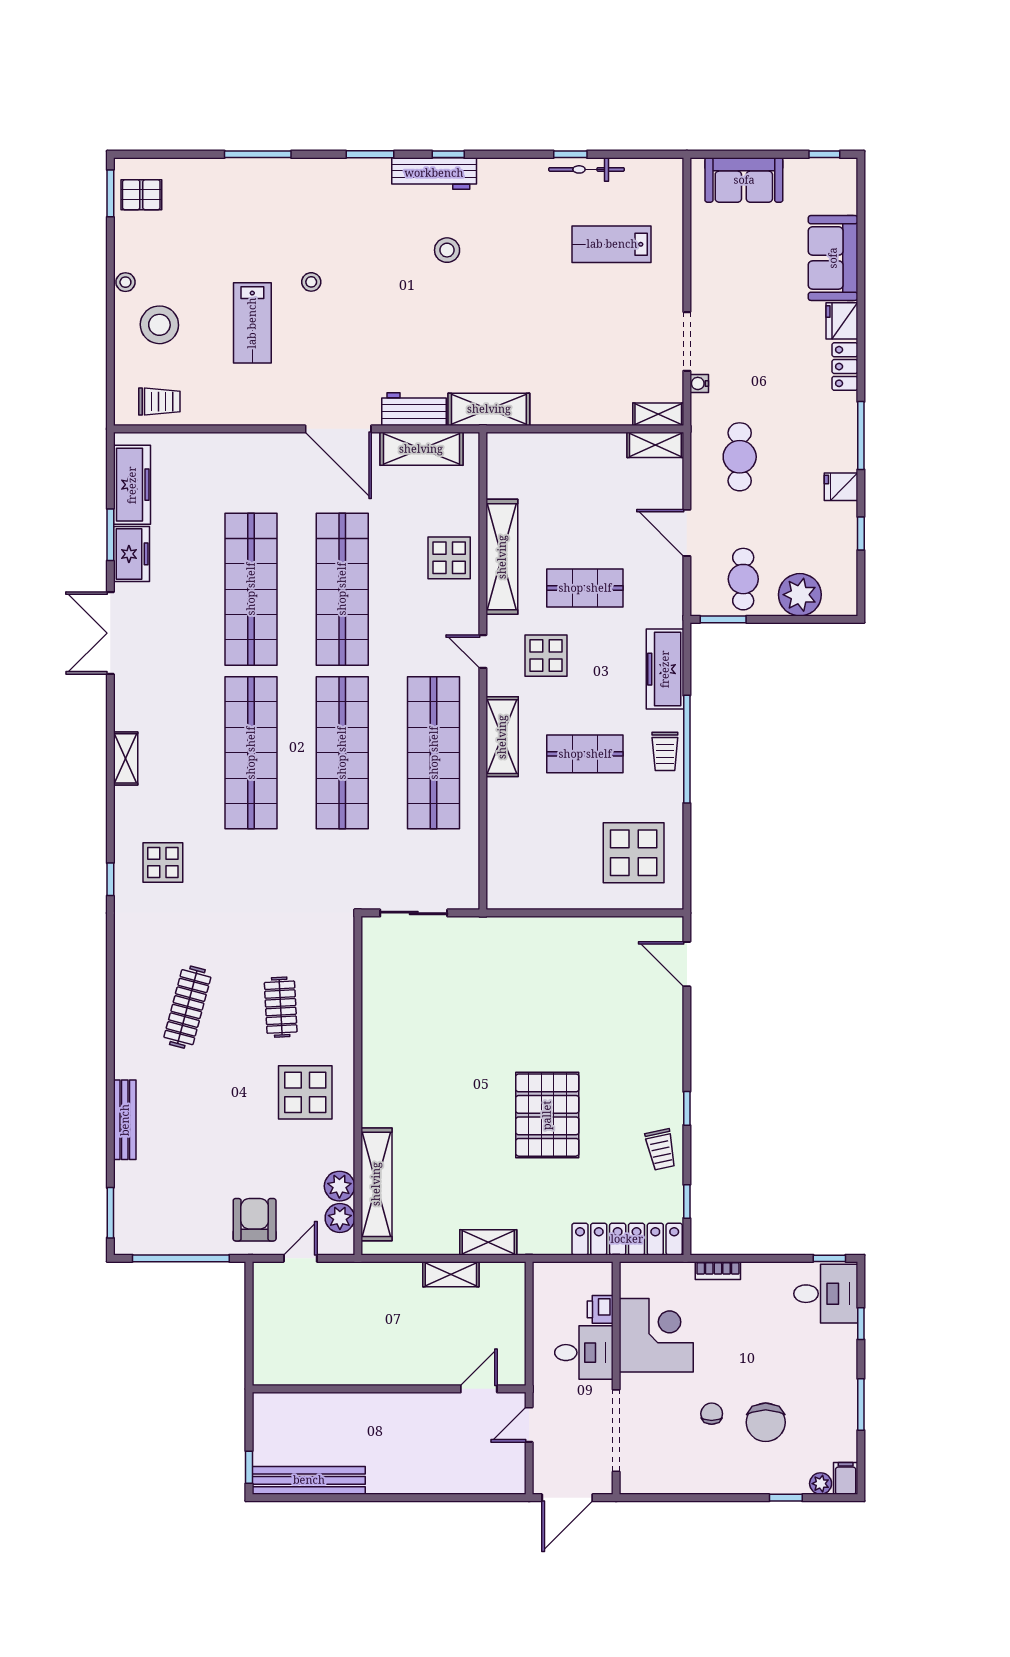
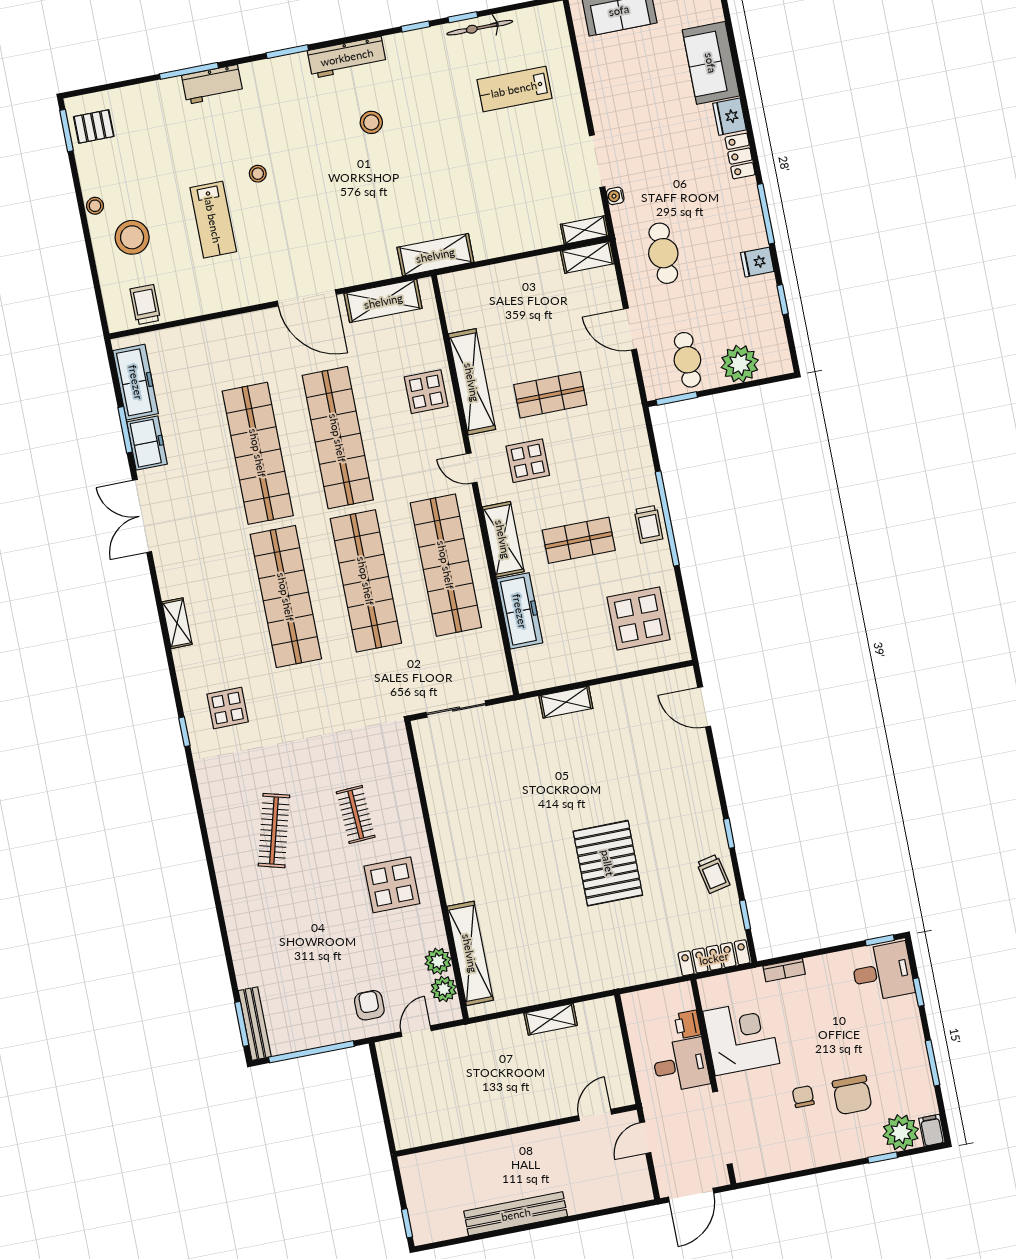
window: (448, 154) -> (415, 27), moved
trolley: (159, 402) -> (145, 305), turned -90
workbench: (414, 409) -> (212, 84), moved, turned 180
freezer: (665, 669) -> (520, 611), moved, turned 180
bench: (125, 1120) -> (255, 1024), moved
armchair: (255, 1220) -> (369, 1005), width x0.72, depth x0.72
locker: (627, 1239) -> (714, 958), width x0.71, depth x0.83
shelving: (488, 1242) -> (566, 702), moved
bench: (309, 1480) -> (516, 1214), moved
plant: (821, 1484) -> (901, 1132), width x1.88, depth x1.88

